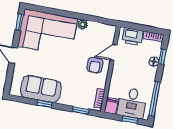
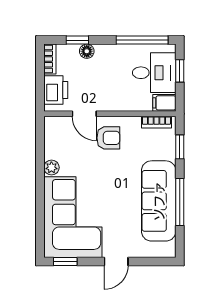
sofa: (41, 89) -> (159, 201), width x1.36
window: (44, 104) -> (180, 202), width x2.17

